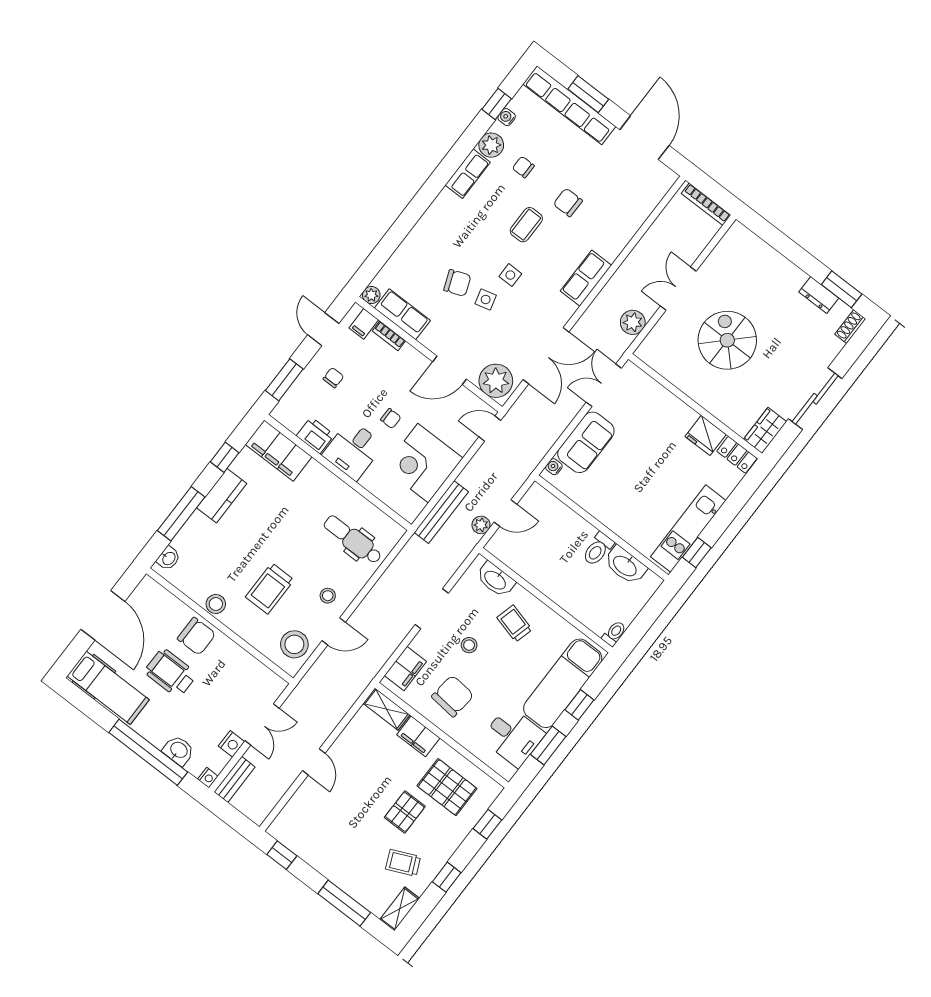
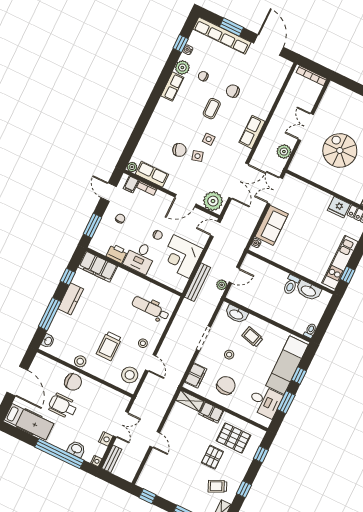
door: (334, 631) -> (151, 363), hinge flipped

